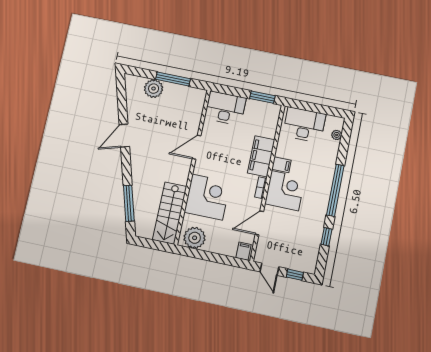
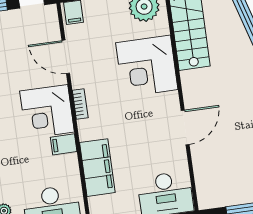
filing cabinet: (261, 156) -> (97, 168), moved
door: (259, 223) -> (66, 57), swing flipped

